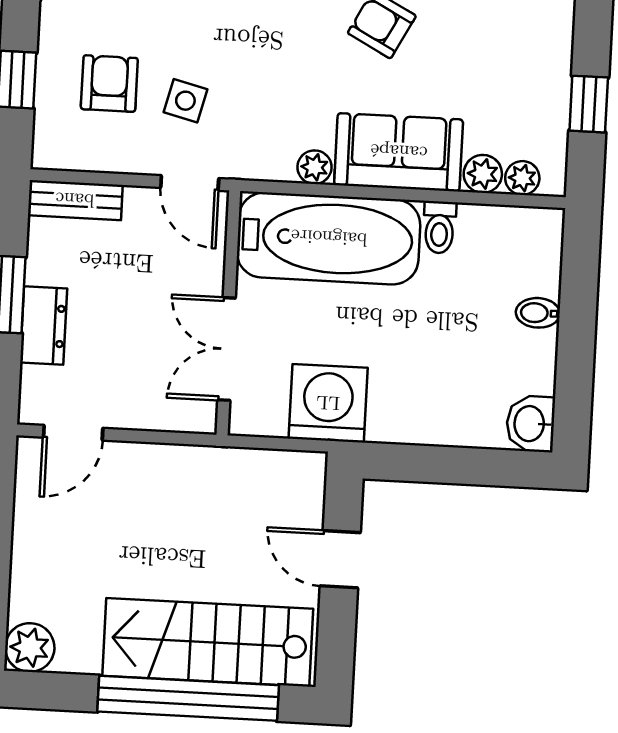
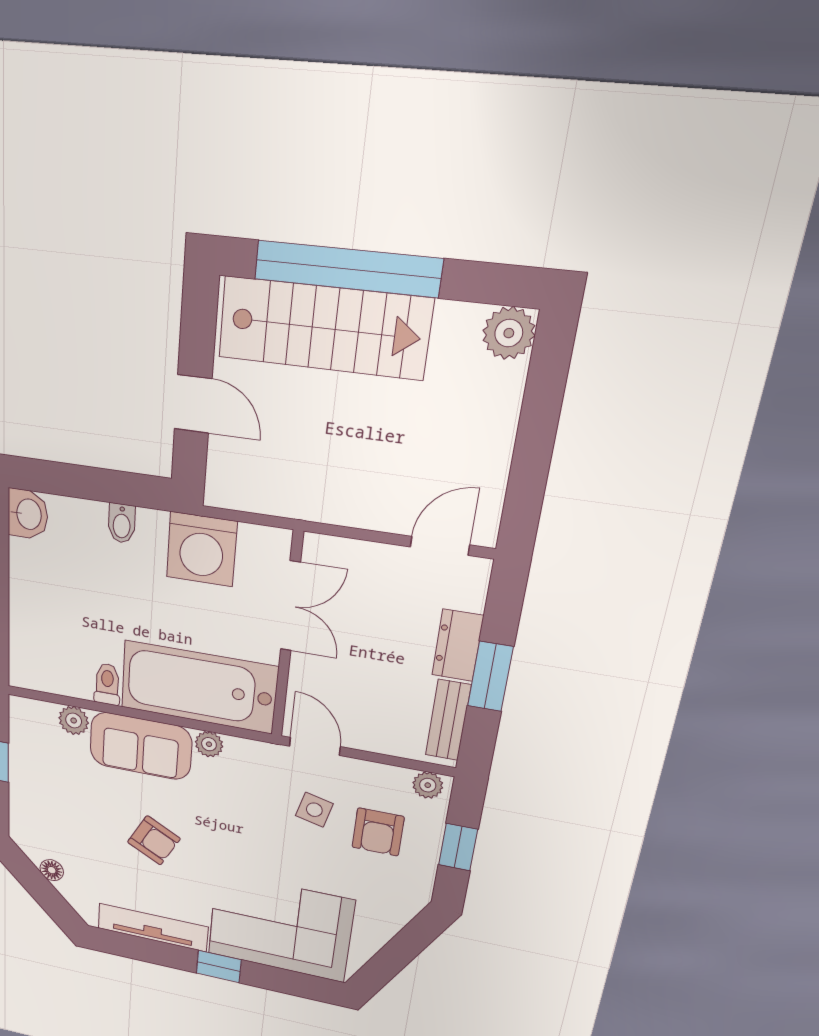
plant: (522, 178) -> (428, 785), moved
bench: (75, 200) -> (448, 720), moved, turned 90
bidet: (538, 313) -> (122, 523), moved, turned 90

